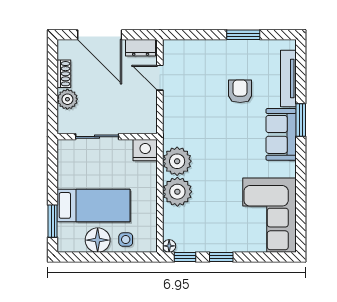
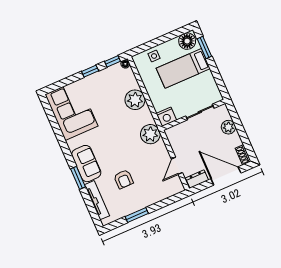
shoe rack: (64, 74) -> (243, 155), moved
door: (160, 78) -> (177, 166), swing flipped
plant: (177, 161) -> (150, 134), moved
floor lamp: (98, 240) -> (187, 41), moved

